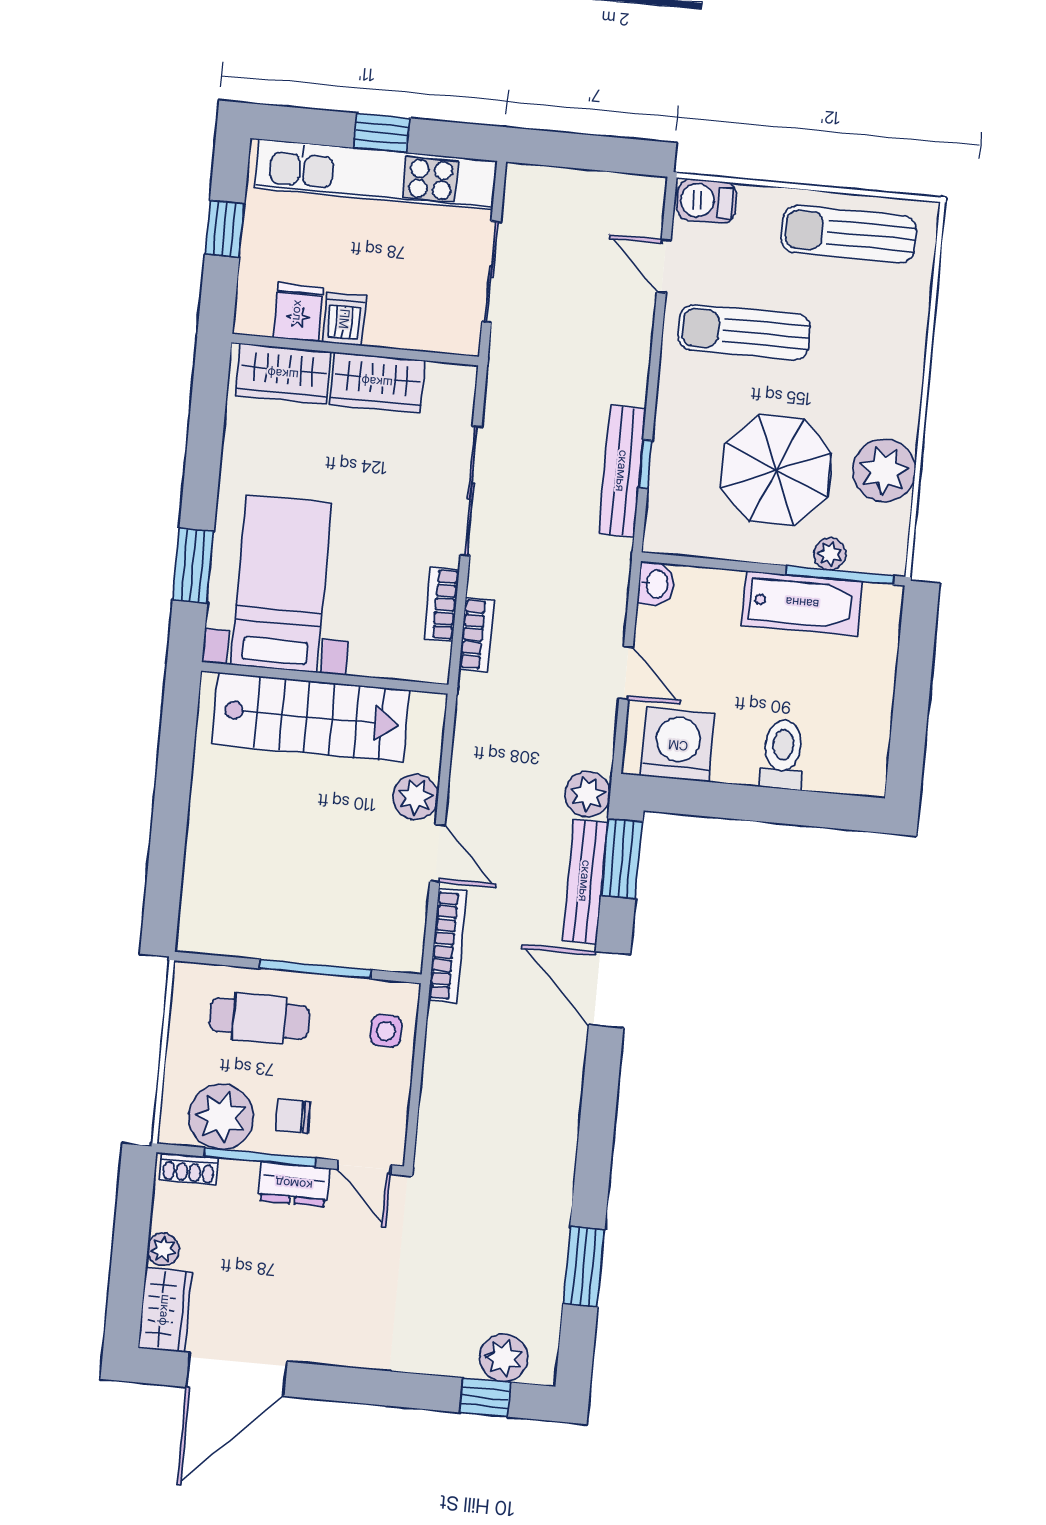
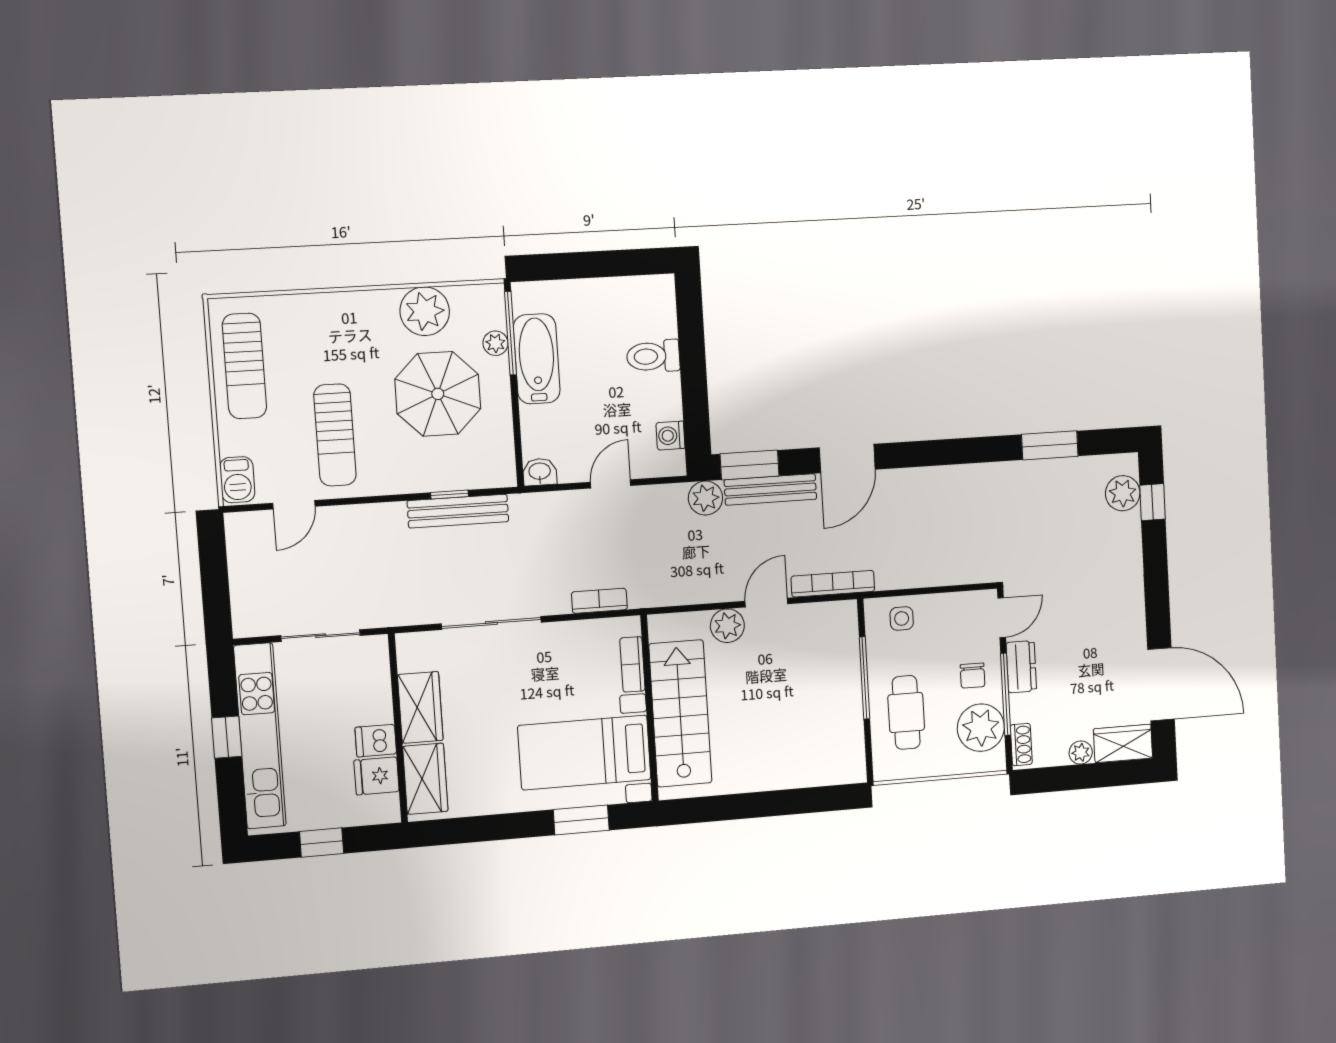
bookcase: (442, 604) -> (632, 664), moved, turned 90
washing machine: (678, 745) -> (670, 436), width x0.53, depth x0.53

